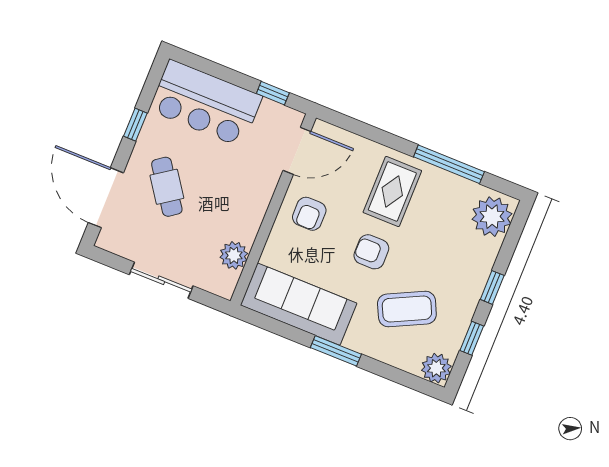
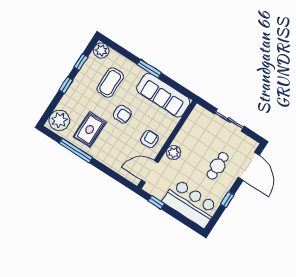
cafe table: (167, 187) -> (218, 166), turned 35
rug: (392, 191) -> (90, 130), moved
plant: (234, 255) -> (173, 153), moved
coffee table: (407, 309) -> (110, 83), turned -64

